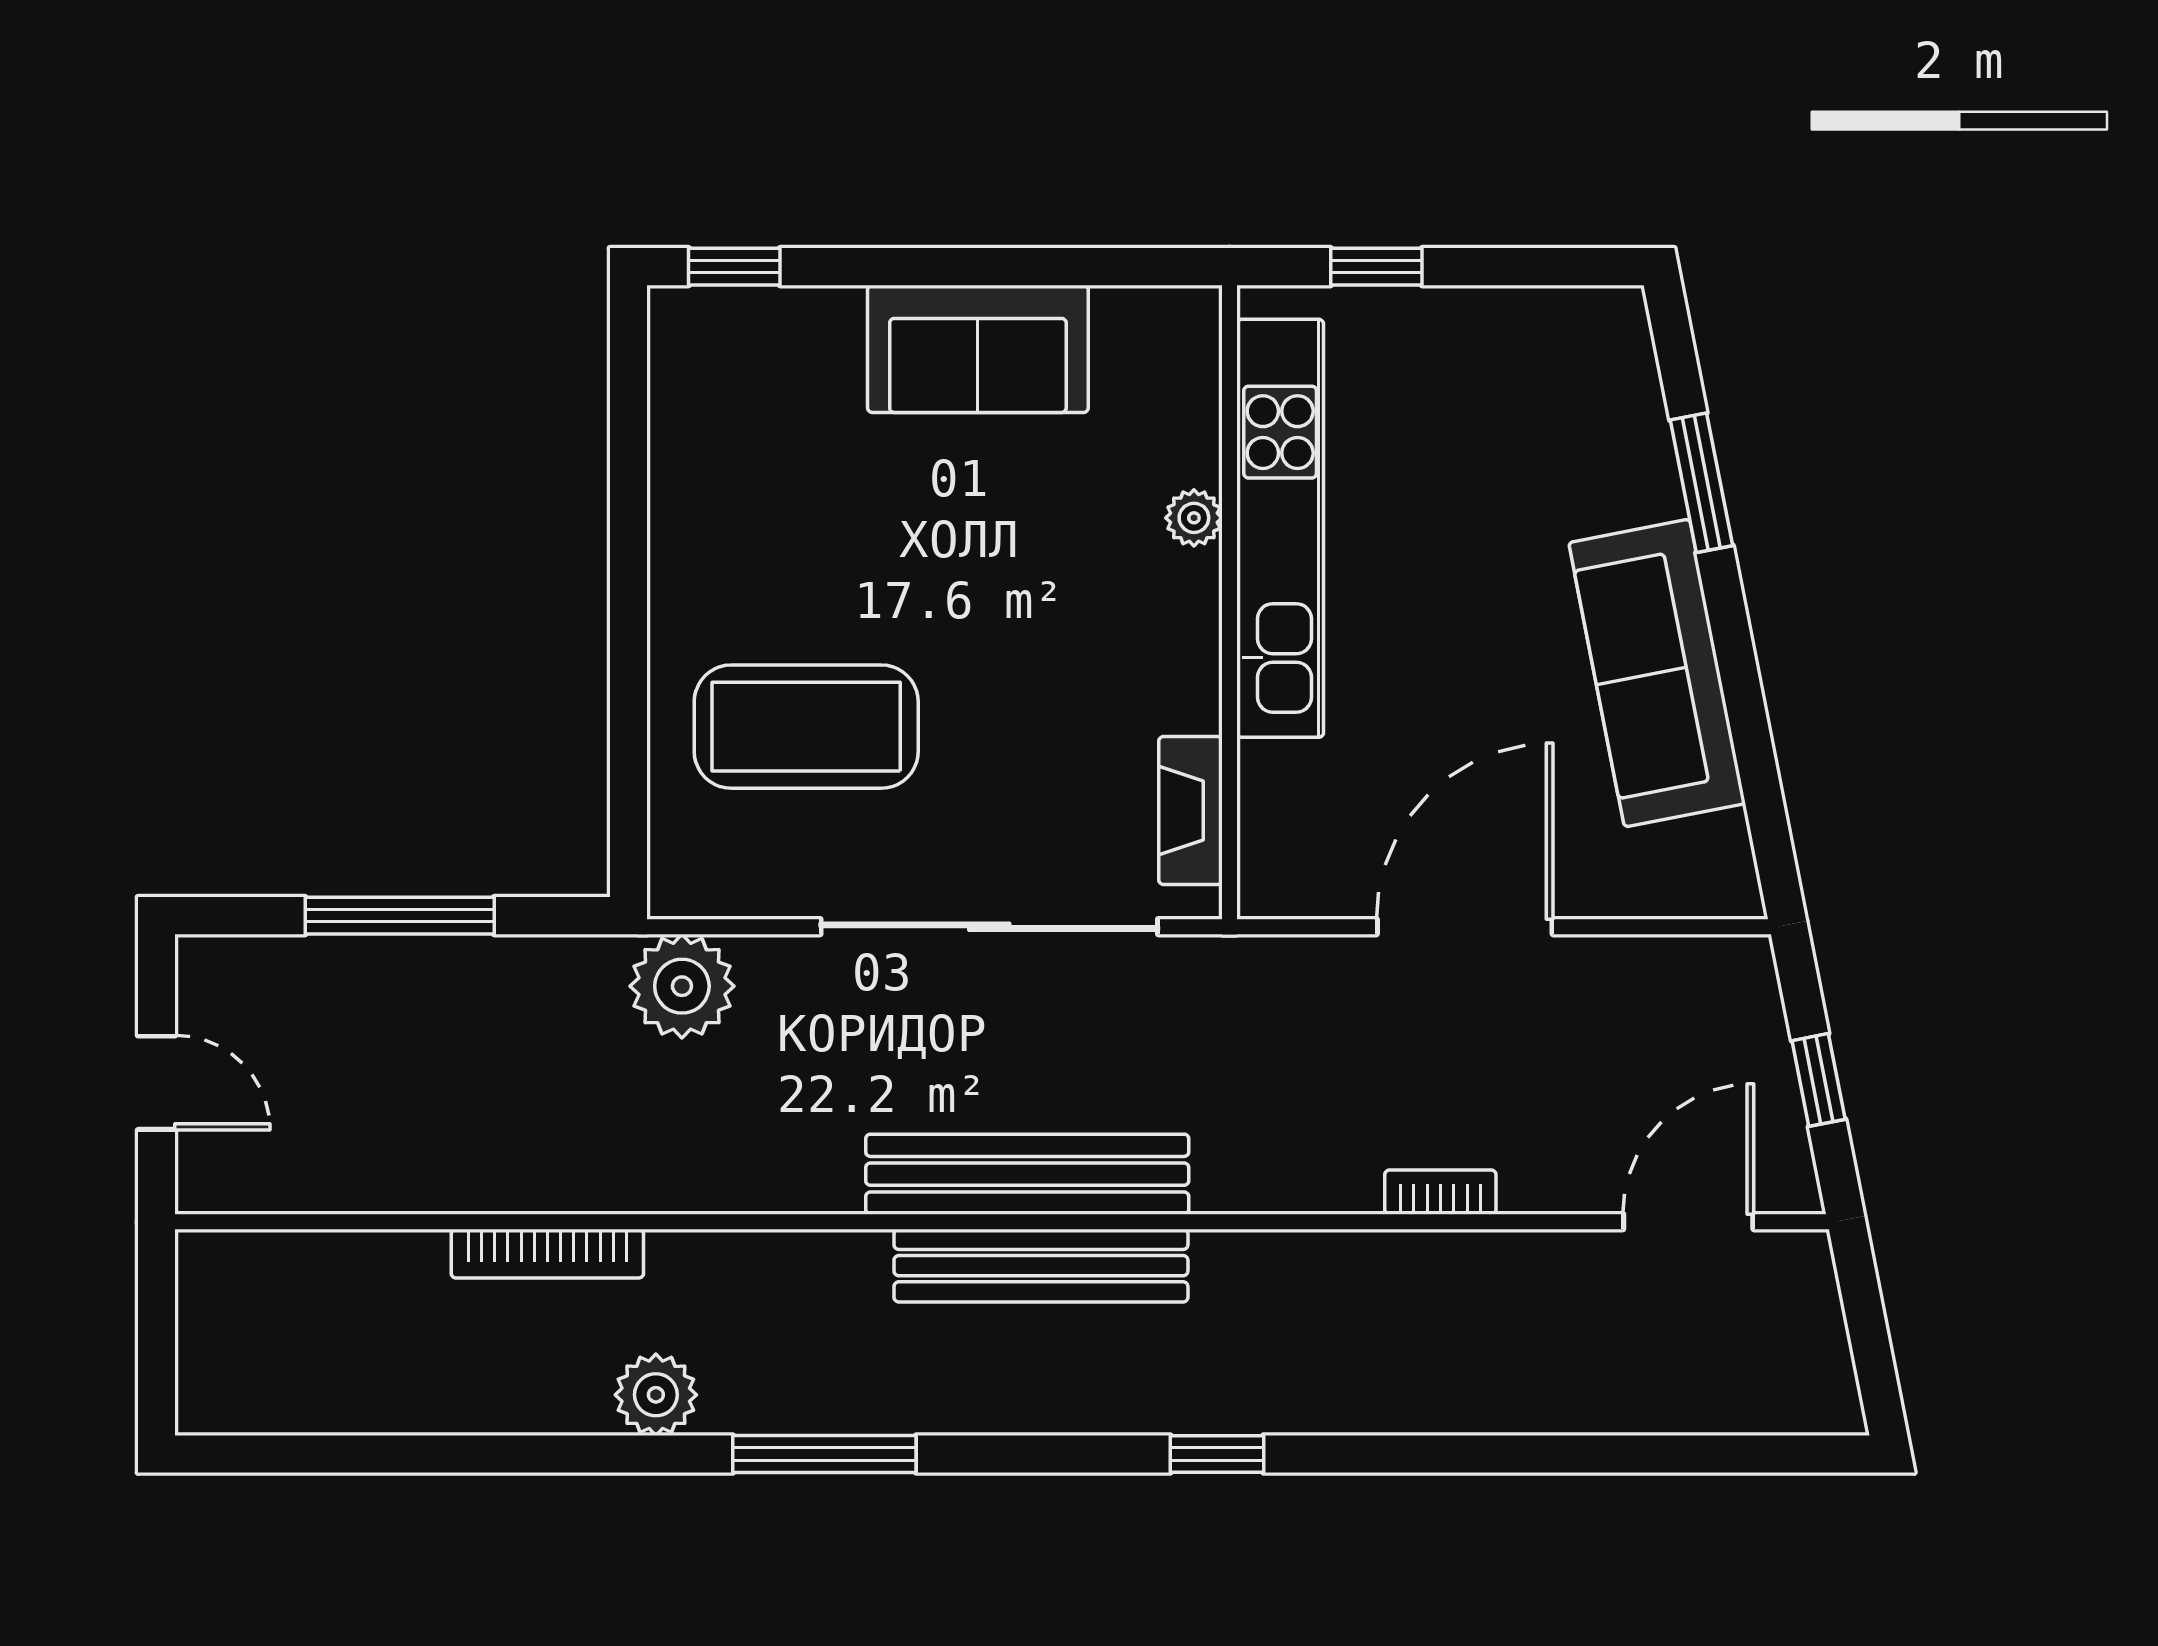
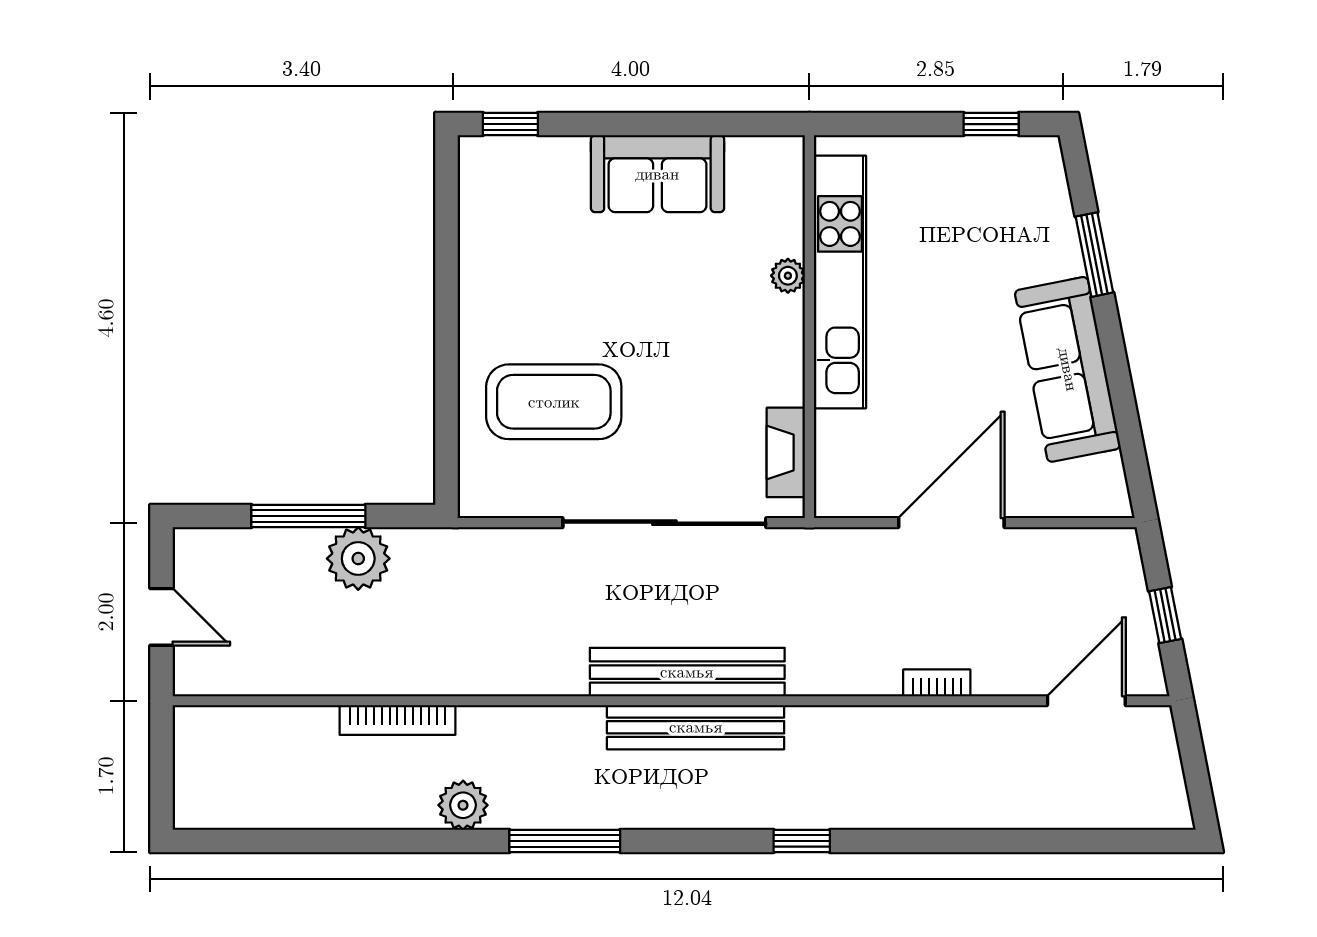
window: (1376, 267) -> (991, 124), moved
plant: (682, 986) -> (358, 559), moved

